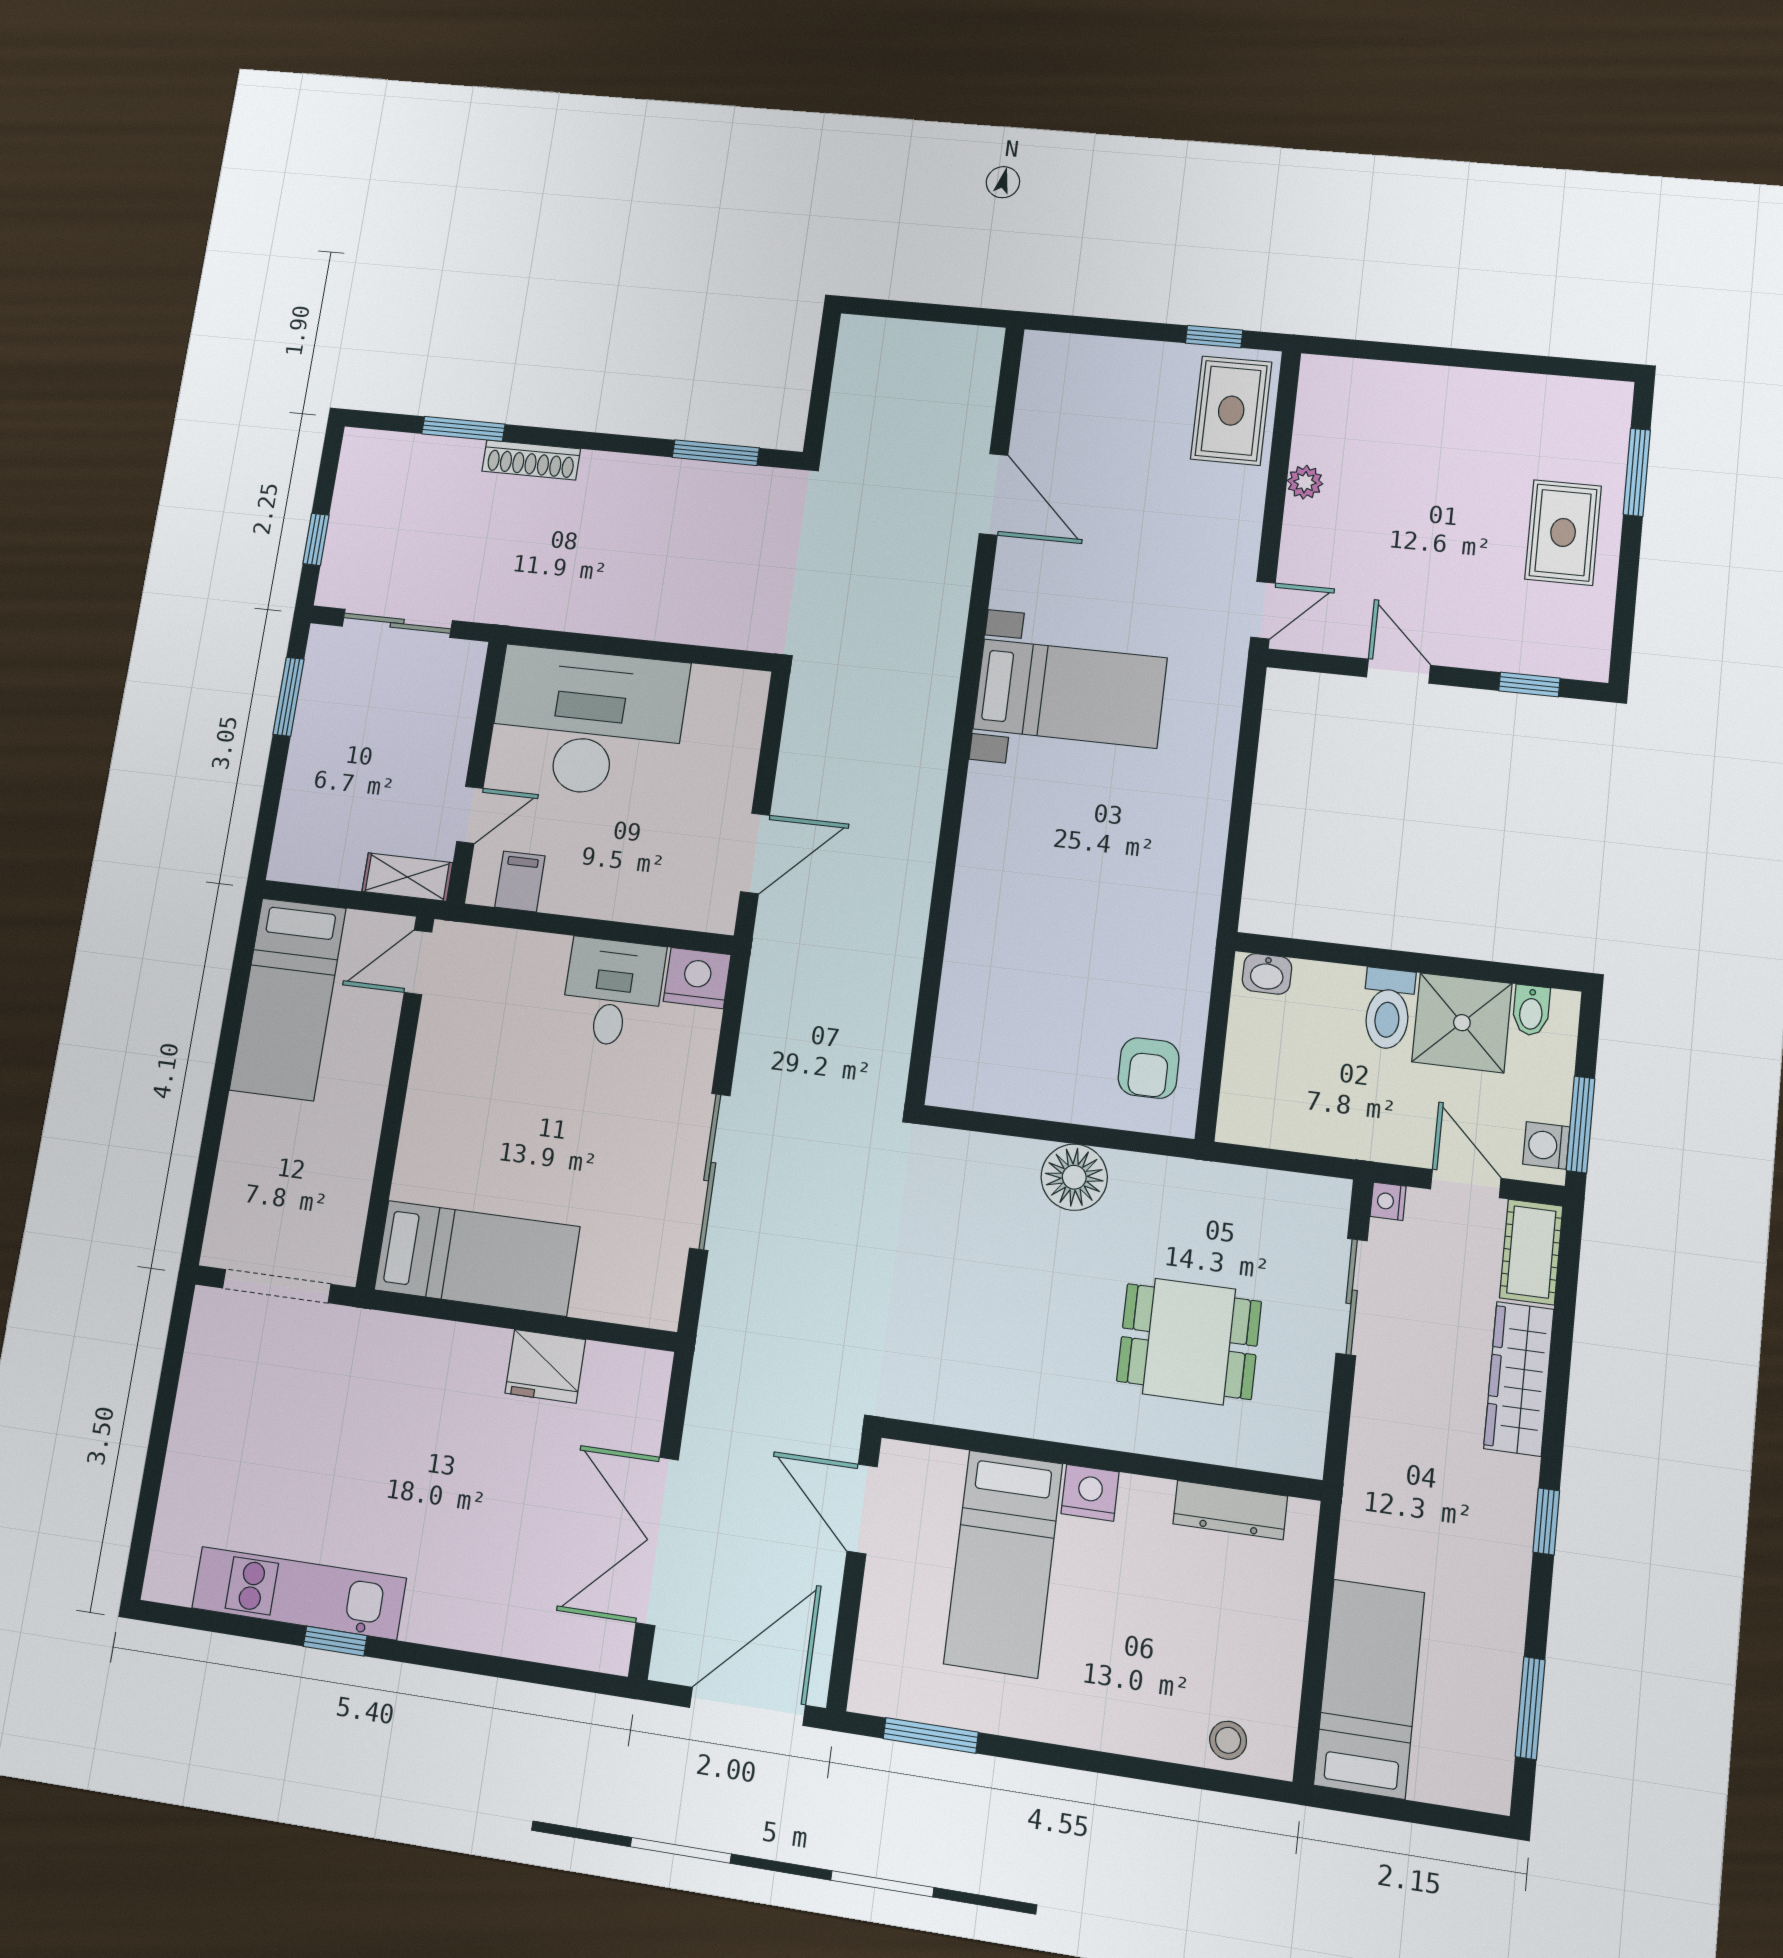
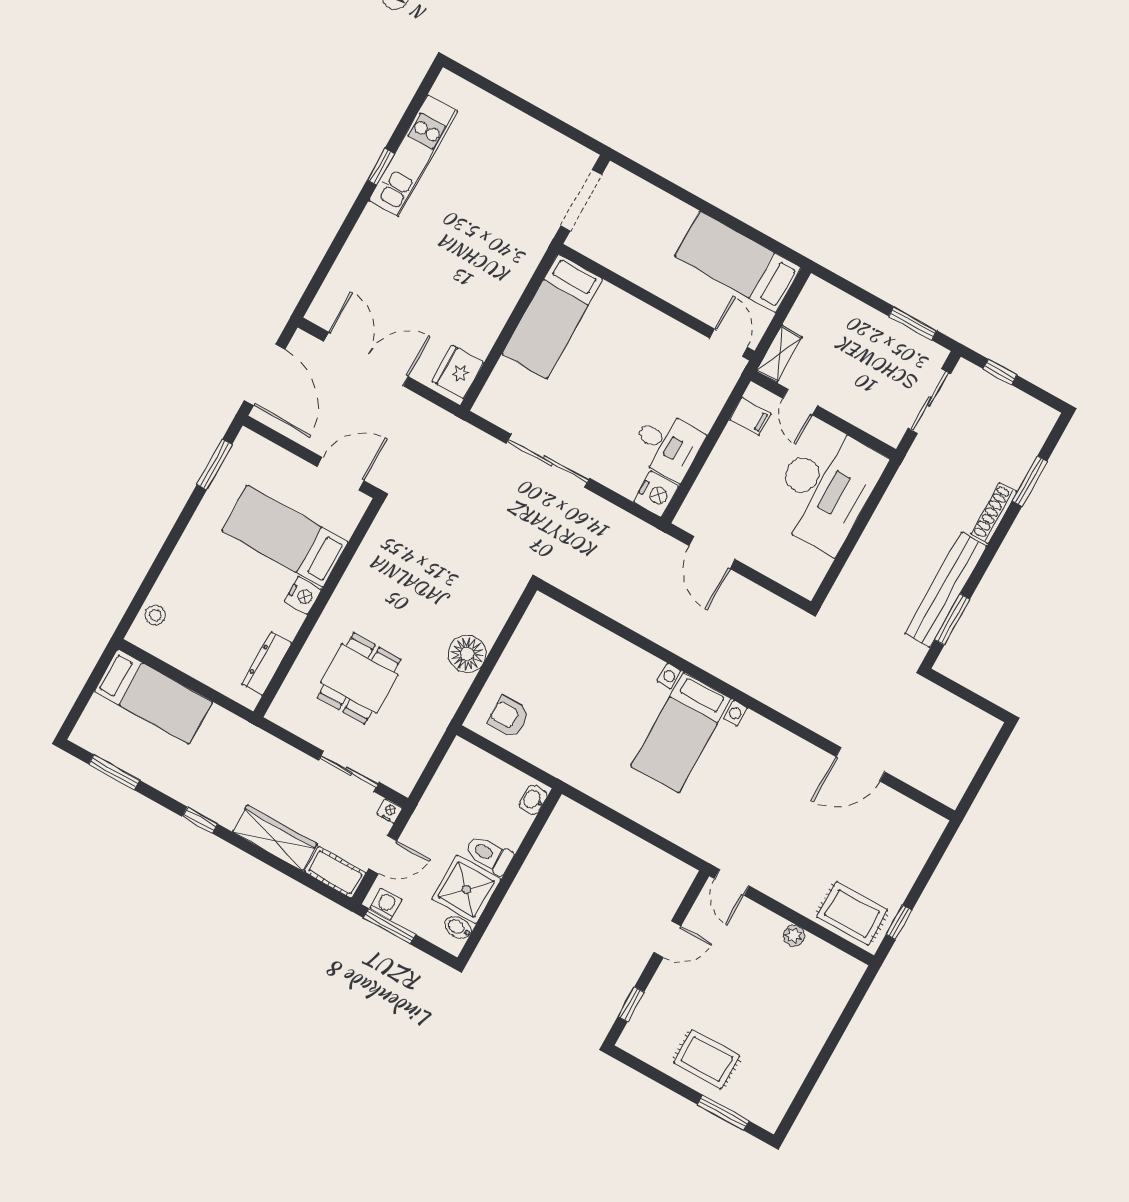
bench: (674, 481) -> (946, 590), added
bed with nightstands: (1070, 694) -> (681, 732), moved
fridge: (545, 1366) -> (458, 372), moved

